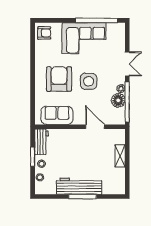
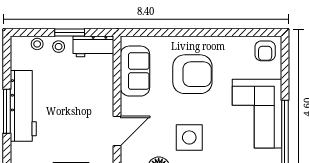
side table: (89, 81) -> (189, 137), moved

